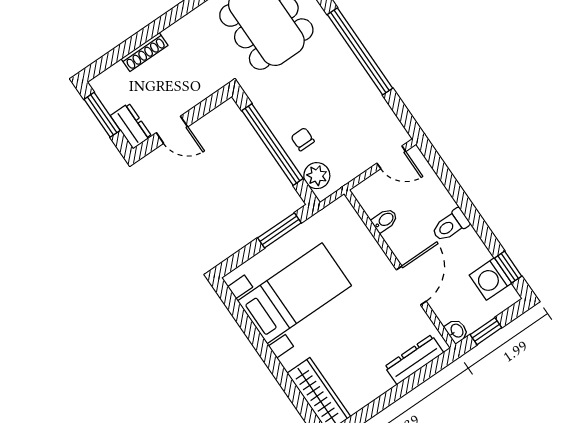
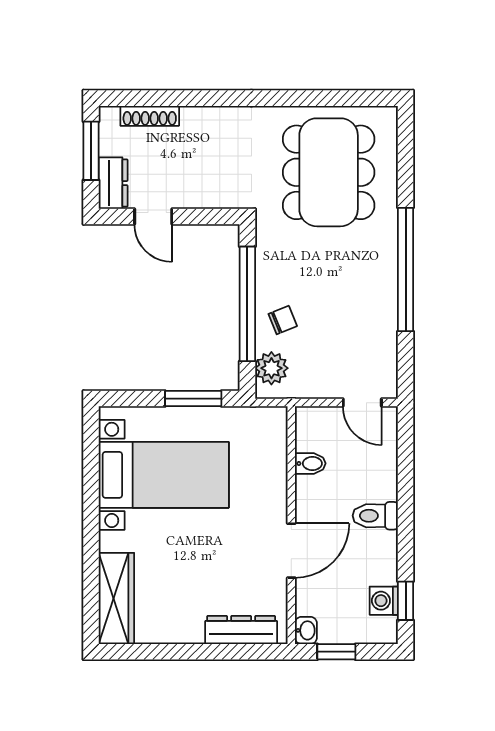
shoe rack: (145, 52) -> (150, 116), moved
chair: (303, 139) -> (283, 320), turned 68
washing machine: (490, 279) -> (384, 601), width x0.73, depth x0.73

